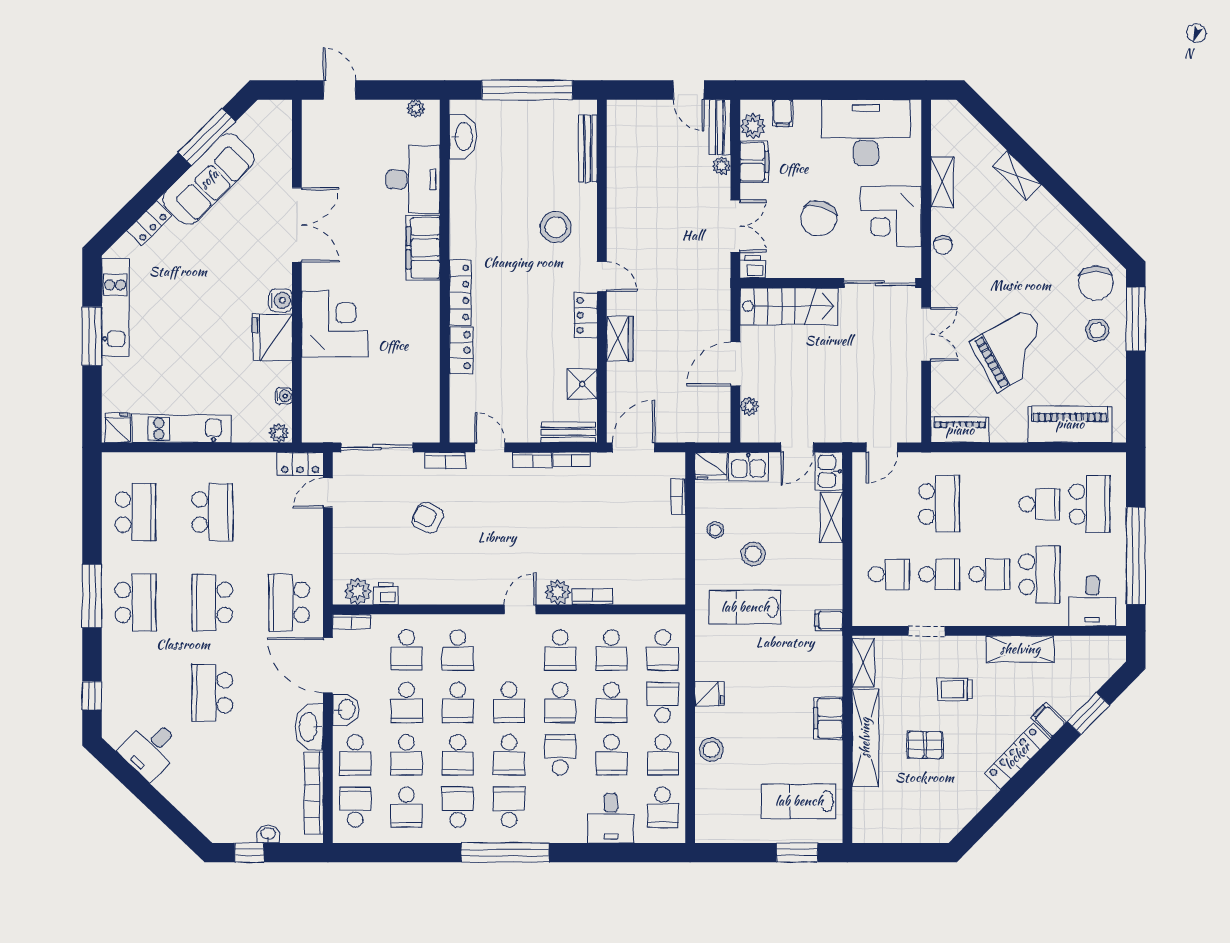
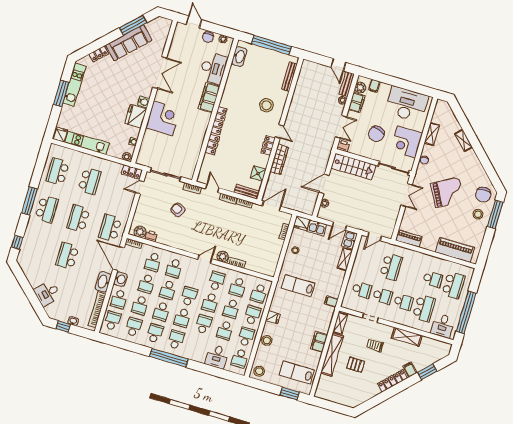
chair: (381, 114) -> (208, 37), added
wardrobe: (620, 339) -> (279, 159), width x1.50
grand piano: (1013, 351) -> (447, 193), moved
school desk: (135, 512) -> (58, 172), turned 180
stool: (753, 554) -> (259, 371), moved
school desk: (560, 650) -> (216, 281), turned 180
school desk: (509, 702) -> (189, 296), turned 180
desk: (150, 749) -> (47, 293), moved
school desk: (663, 755) -> (246, 337), turned 180
school desk: (407, 807) -> (134, 327), turned 180

